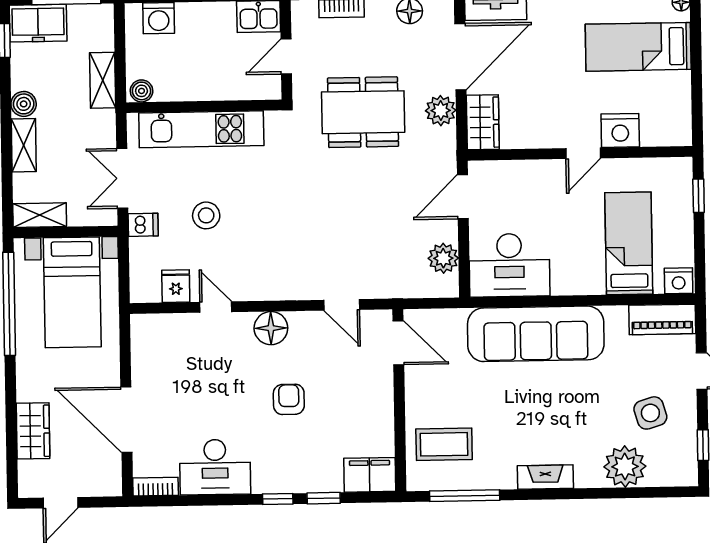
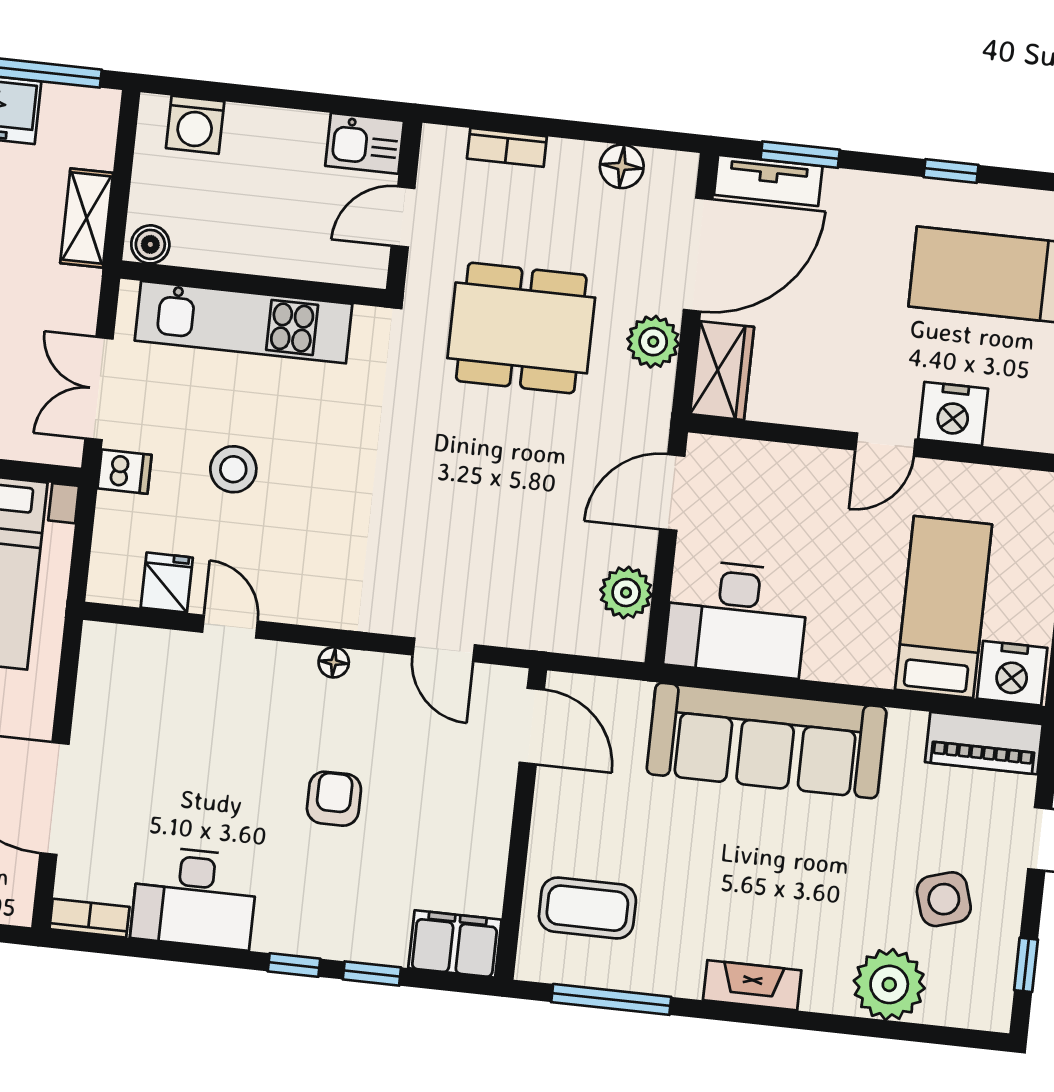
nightstand: (679, 281) -> (1012, 673), width x1.36, depth x1.33
floor lamp: (271, 328) -> (334, 662), width x0.53, depth x0.53

